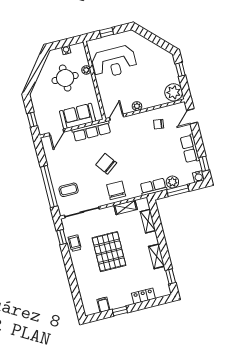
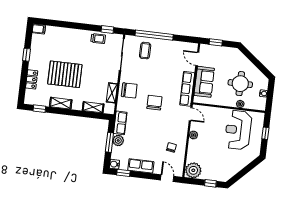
chair: (106, 164) -> (154, 103), moved, turned -53
pallet: (109, 252) -> (65, 74), moved
filing cabinet: (103, 305) -> (39, 29), moved

